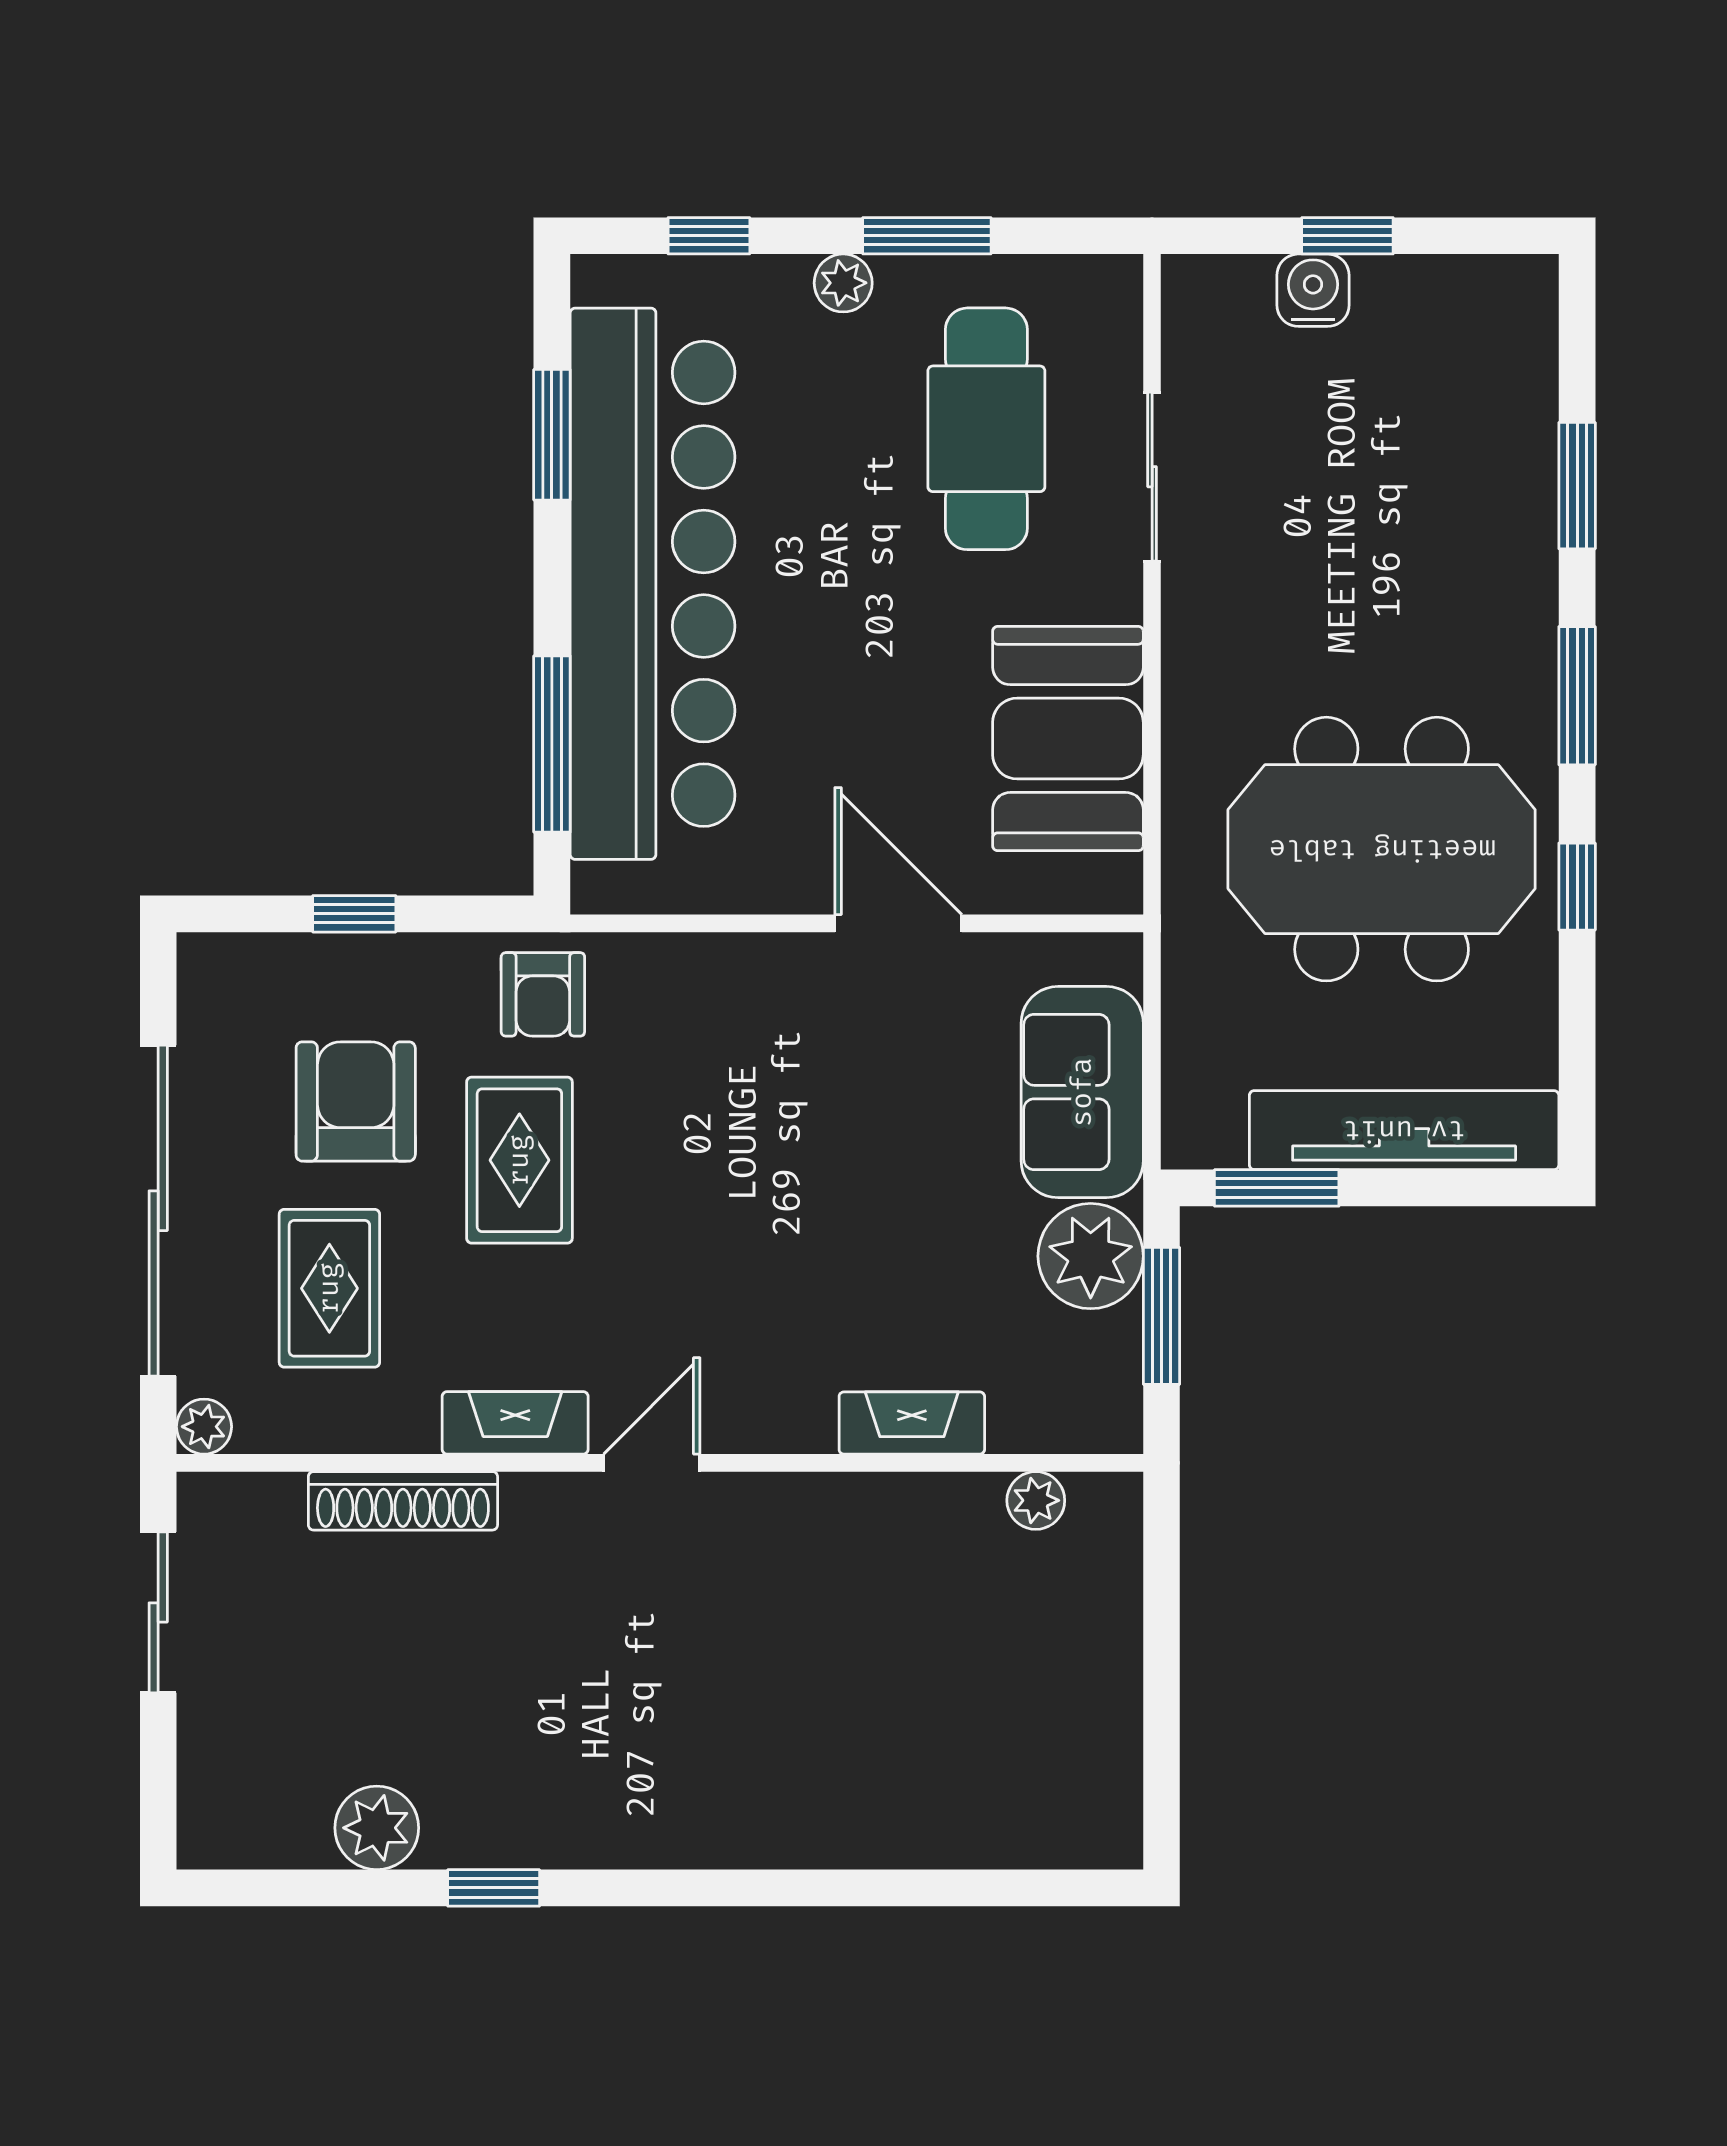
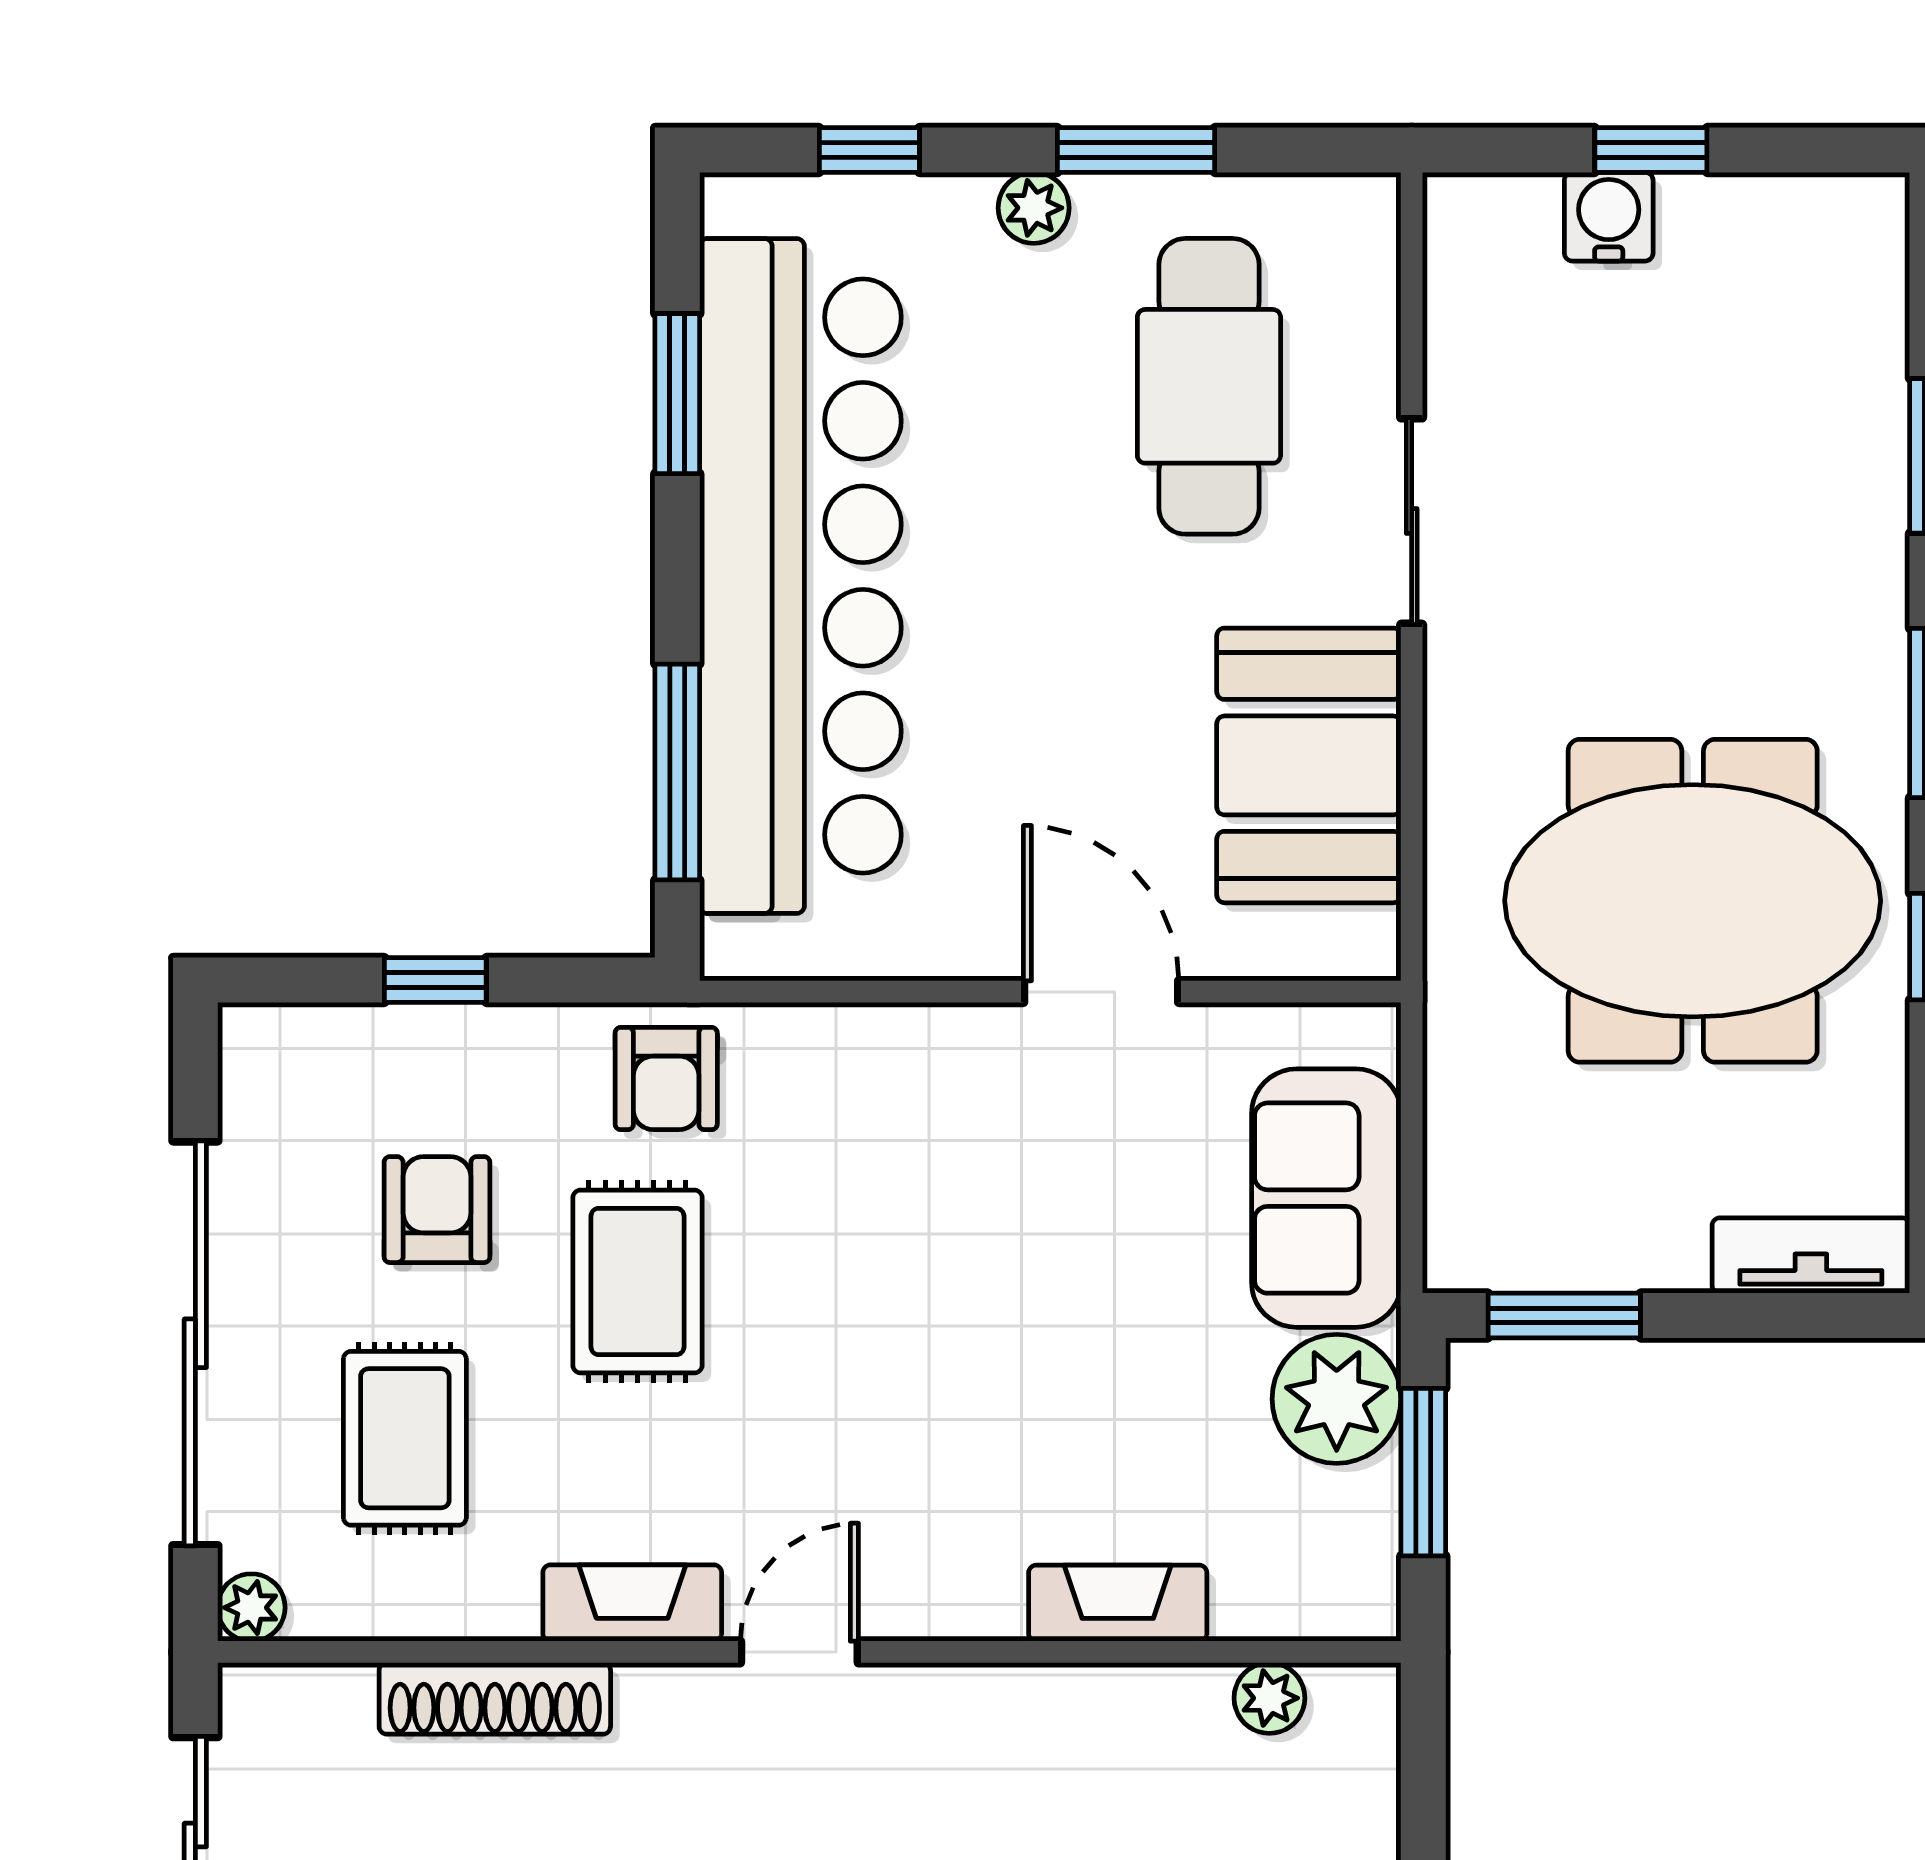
sliding door: (1152, 477) -> (1412, 521), moved
armchair: (356, 1101) -> (437, 1210), width x0.72, depth x0.72
tv unit: (1404, 1130) -> (1811, 1255), width x0.52, depth x0.78

